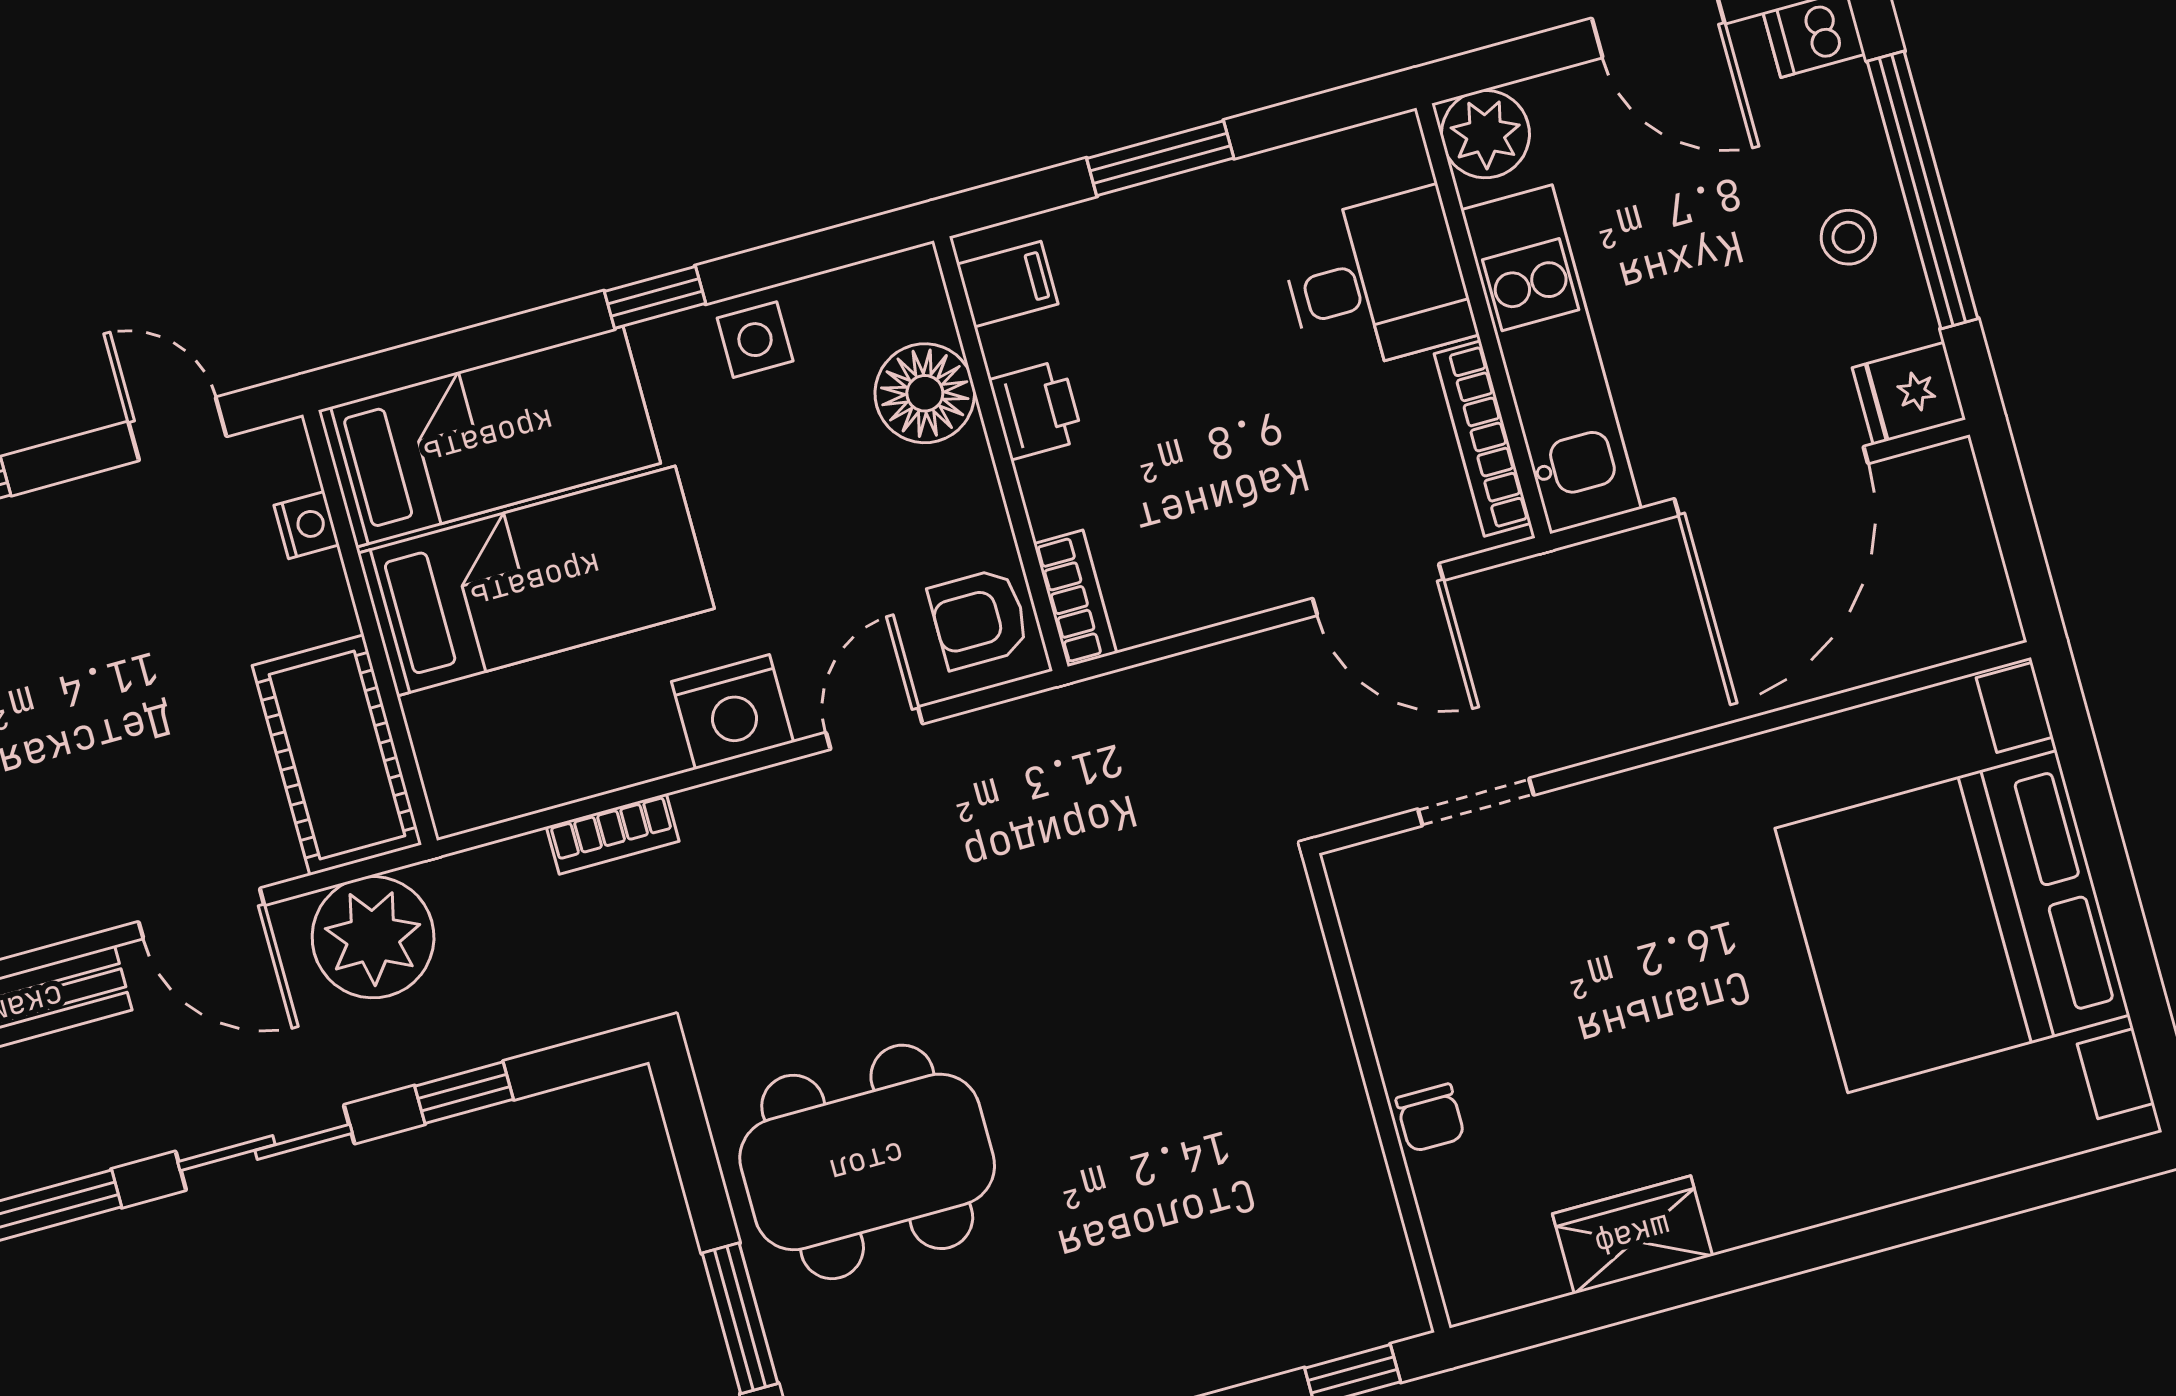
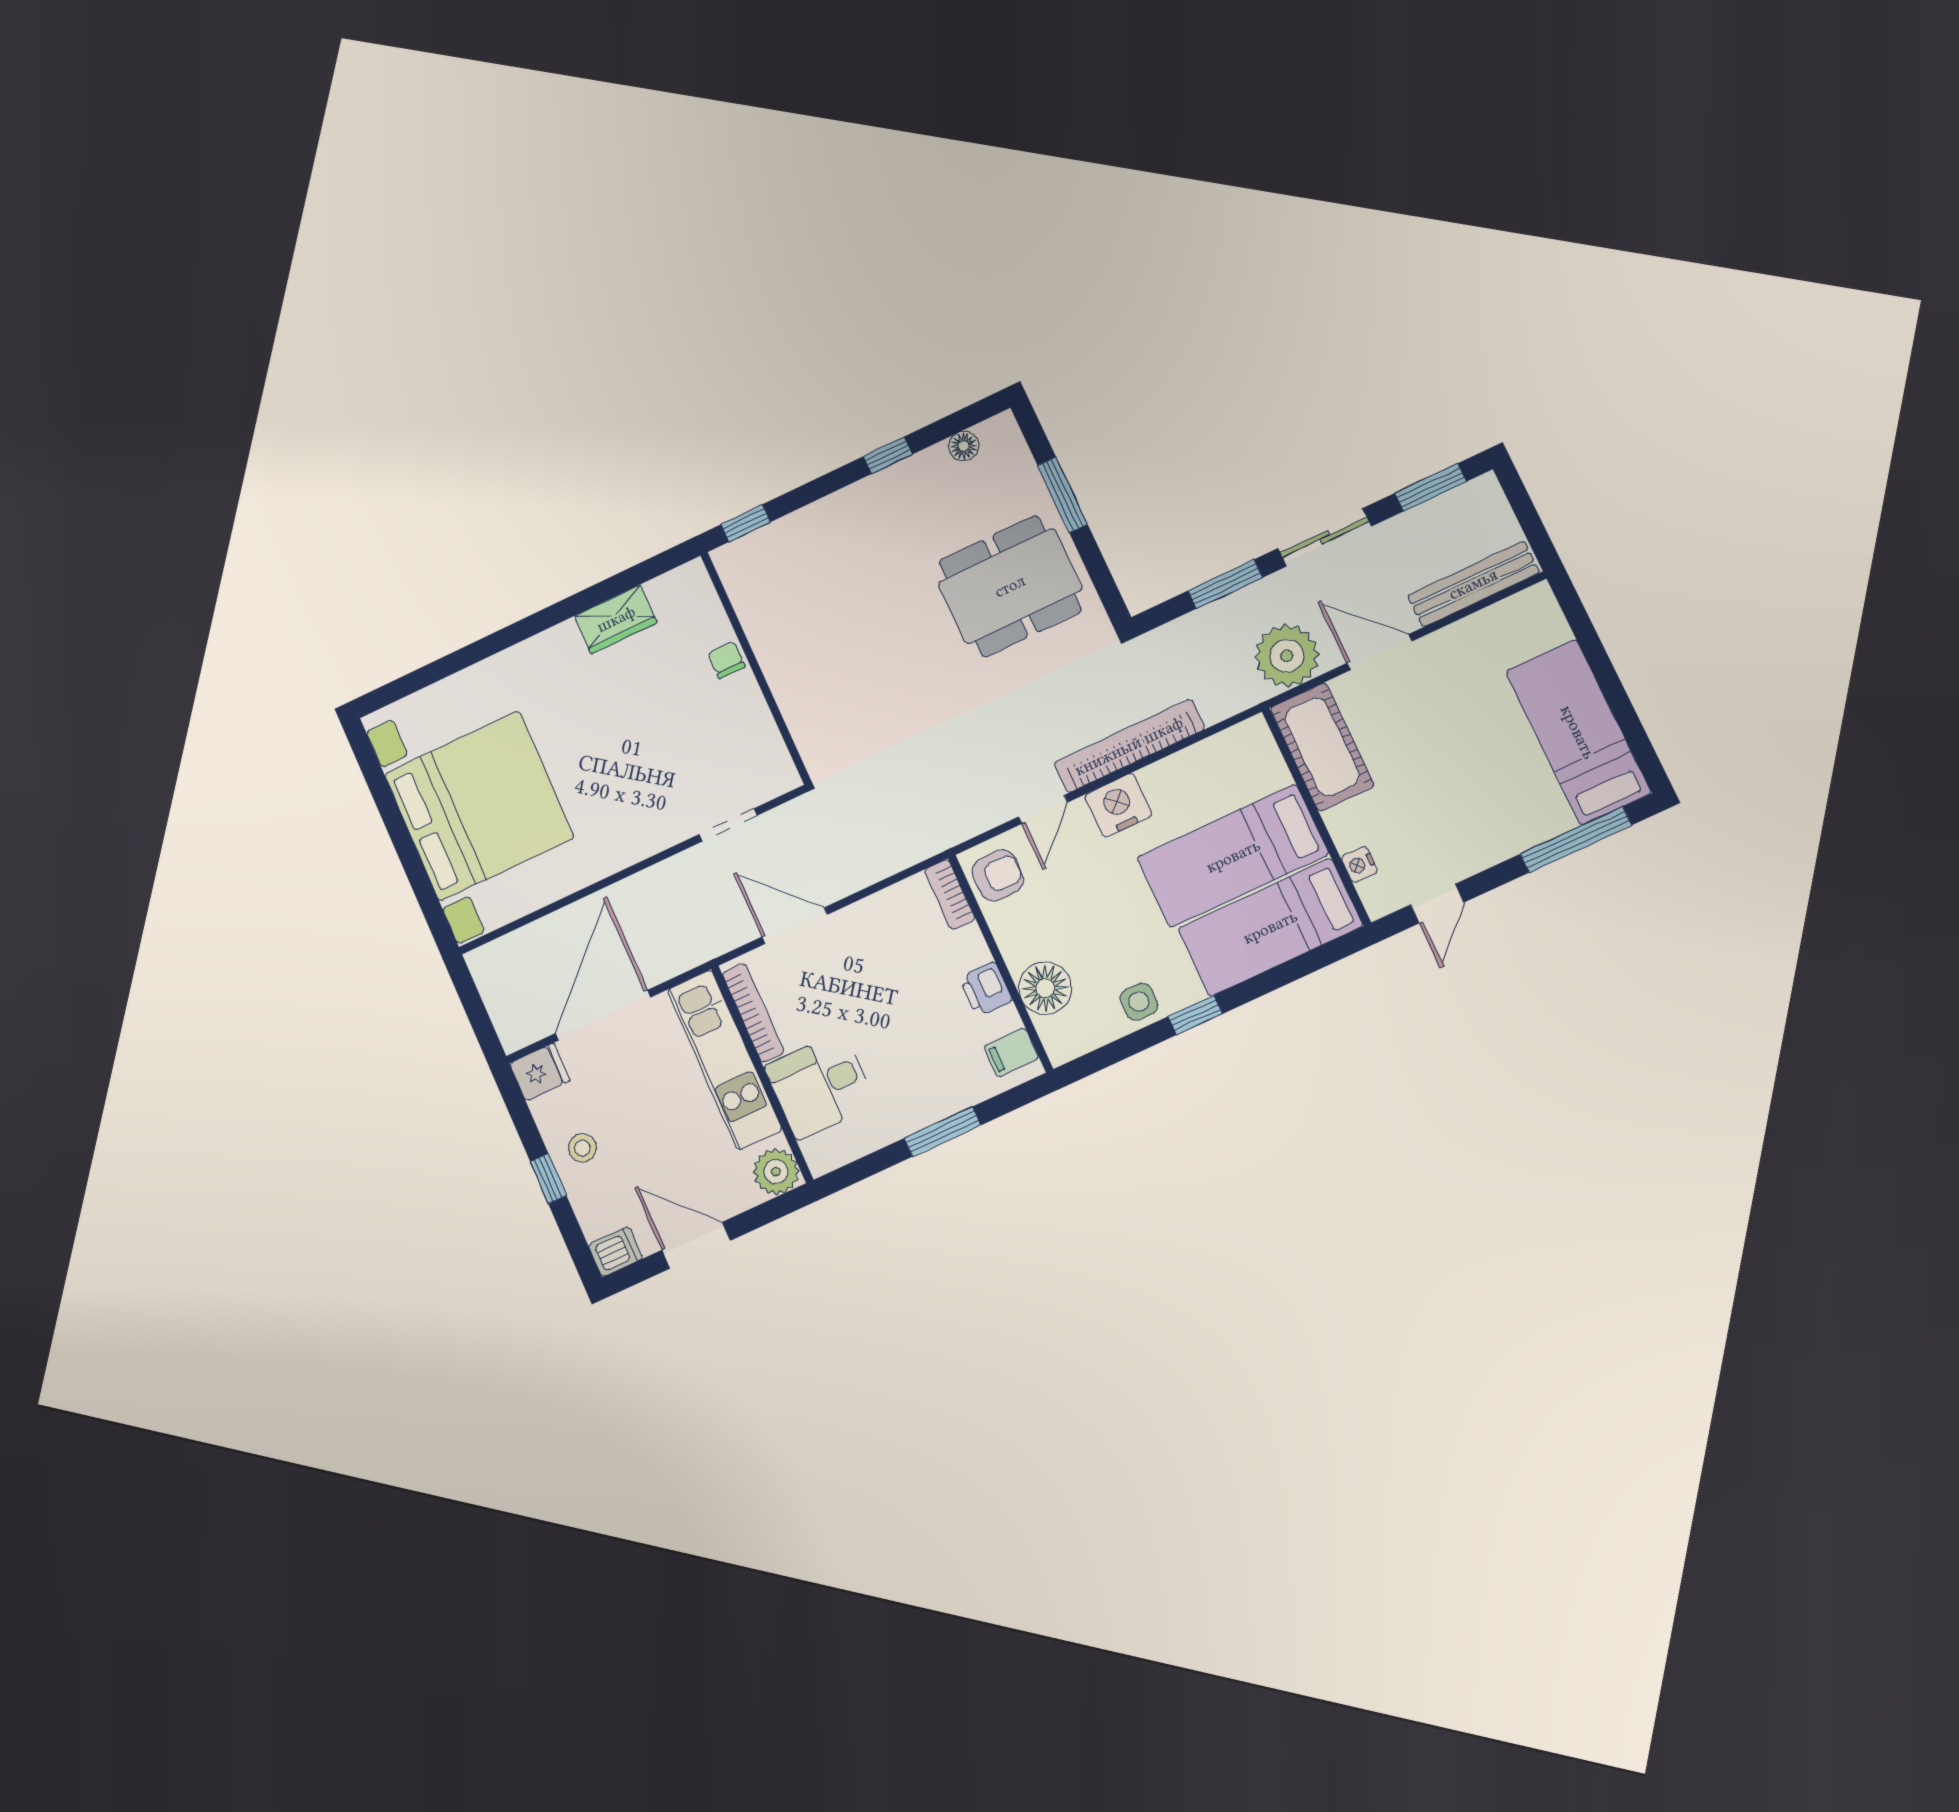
window: (1923, 190) -> (548, 1179), width x0.32
door: (177, 429) -> (1437, 904), hinge flipped
bookcase: (613, 834) -> (1129, 746), width x2.31, depth x1.31
window: (464, 1093) -> (1225, 584), width x1.50

